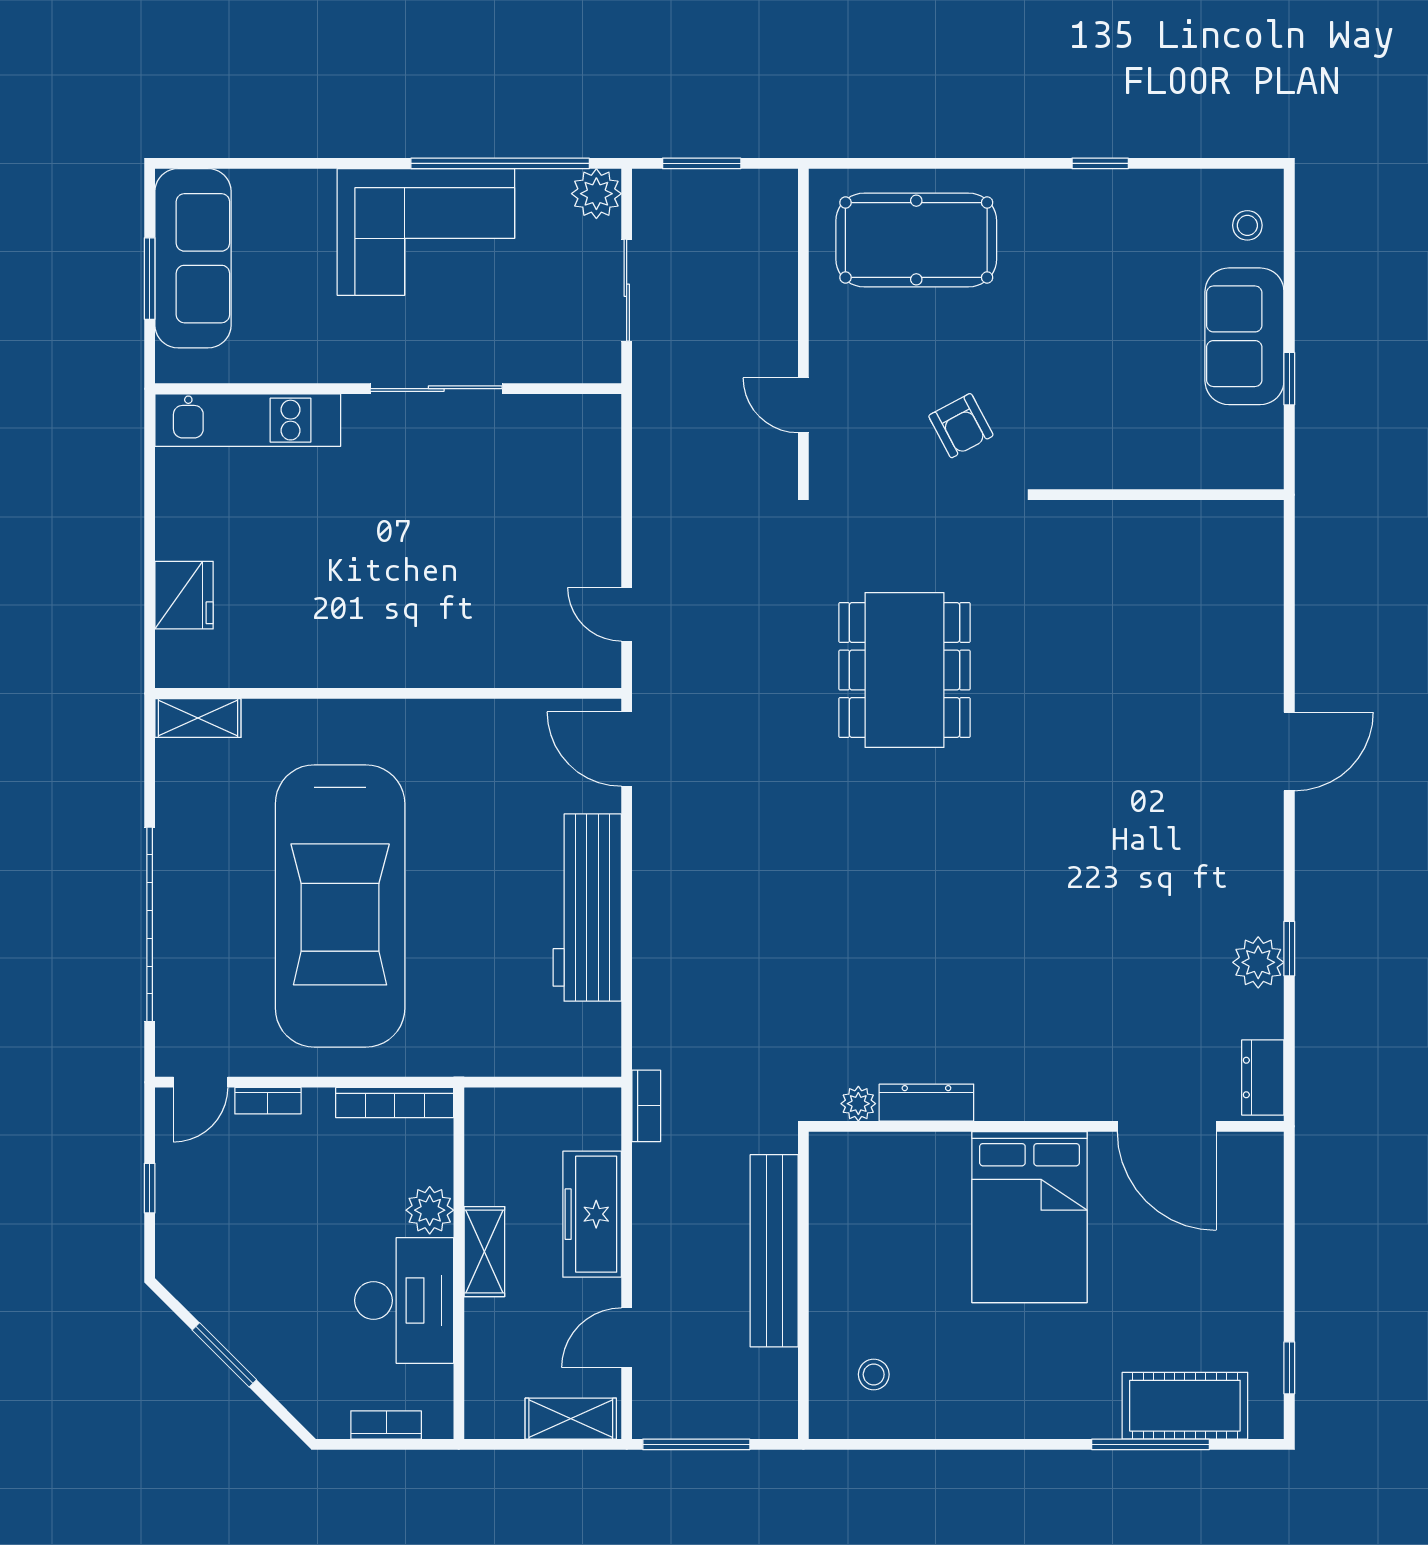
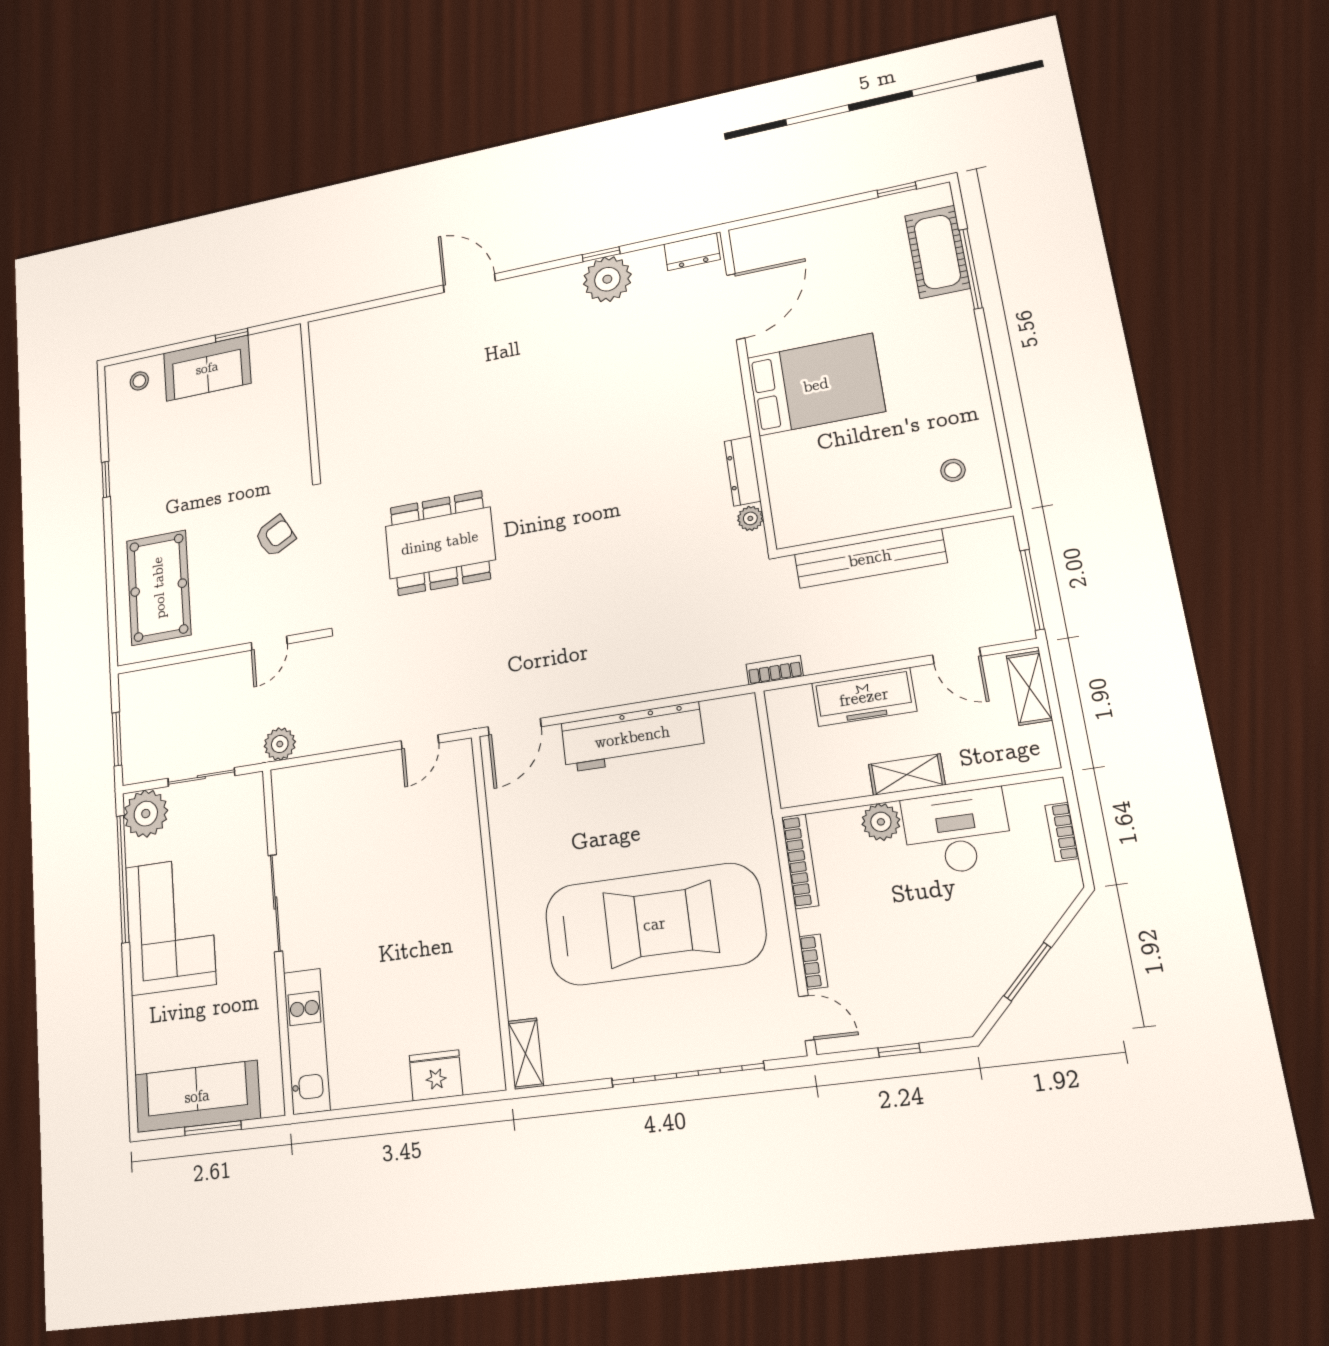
plant: (596, 194) -> (146, 814), width x1.36, depth x1.36
plant: (656, 411) -> (280, 744), added
plant: (1258, 962) -> (607, 279), width x1.36, depth x1.36

